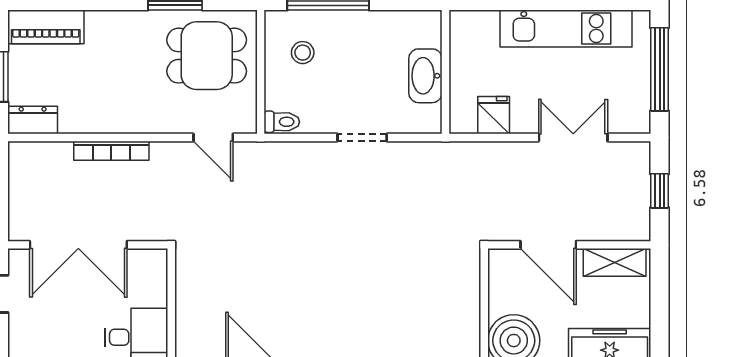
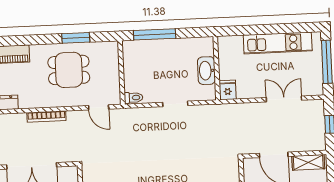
stool: (303, 53) -> (143, 62), removed
dining table: (207, 56) -> (69, 70), moved
fridge: (494, 115) -> (228, 90), moved

